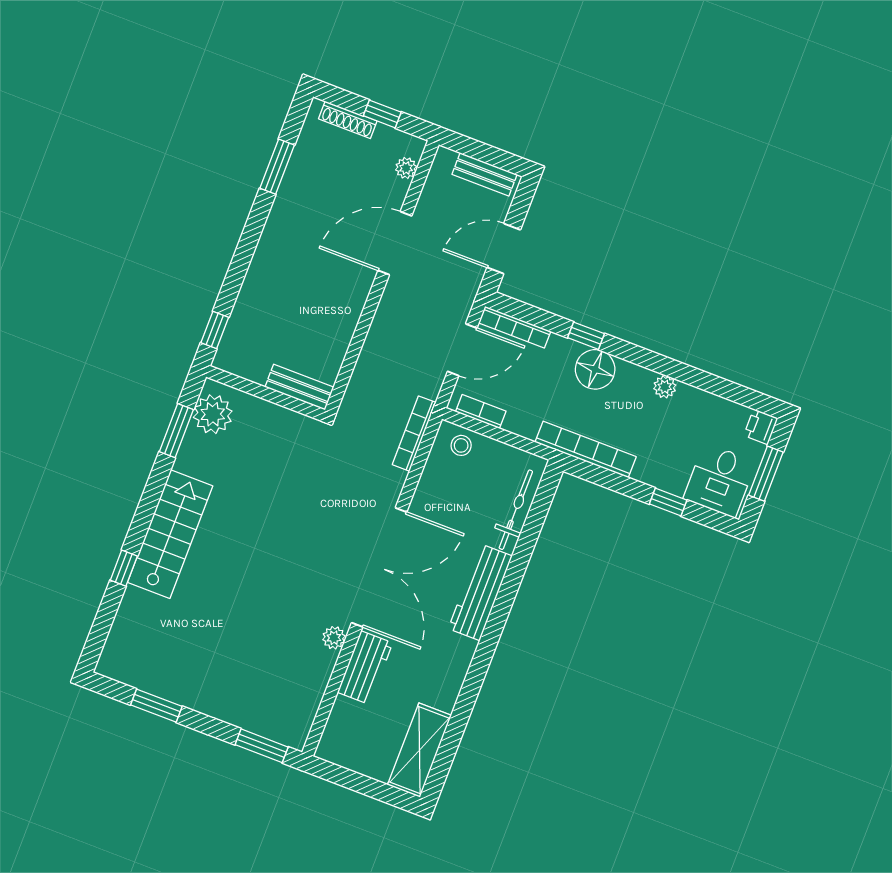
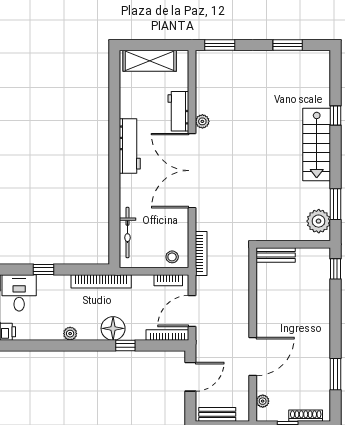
workbench: (480, 592) -> (130, 146), moved
shelving: (420, 750) -> (150, 61), moved, turned 90

